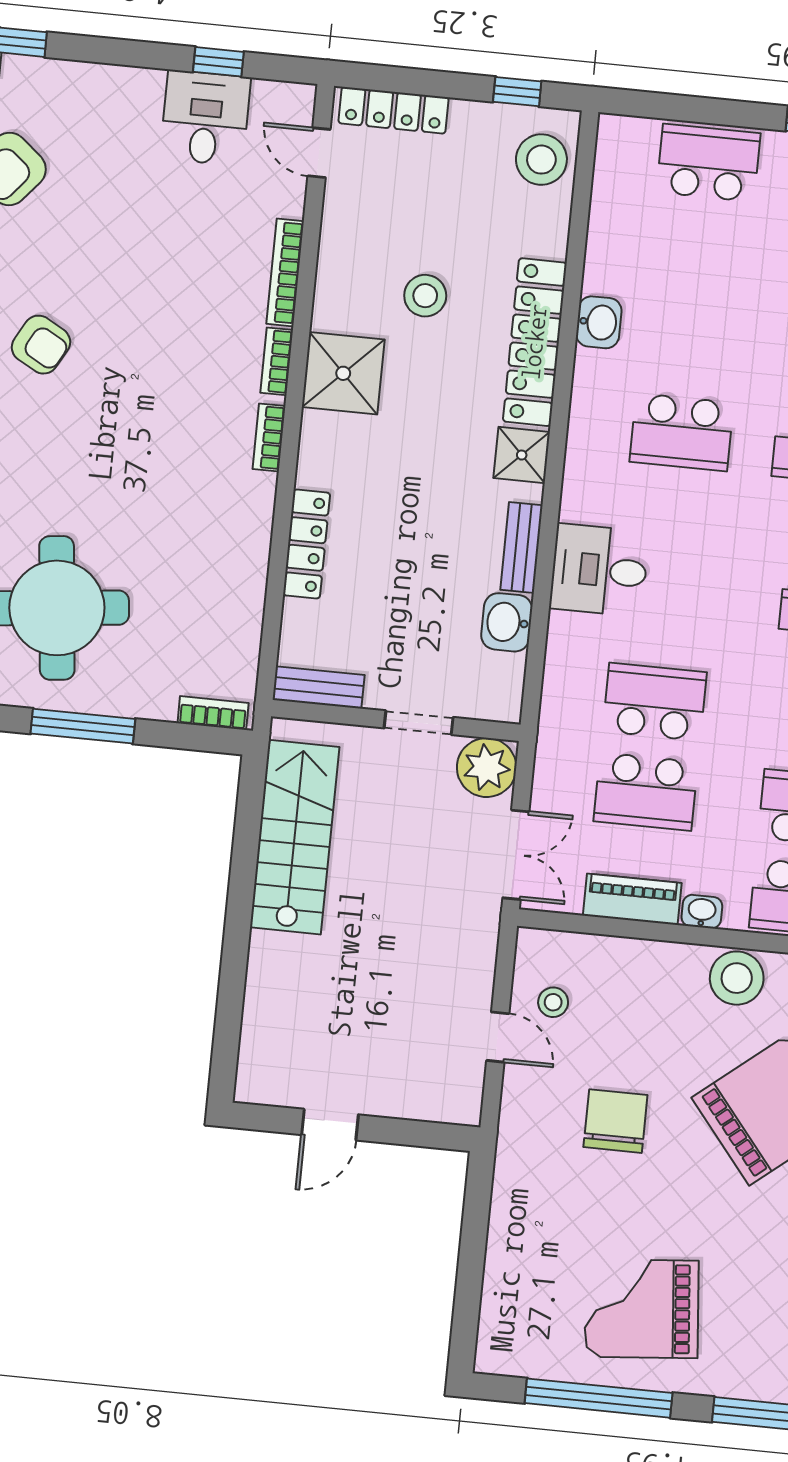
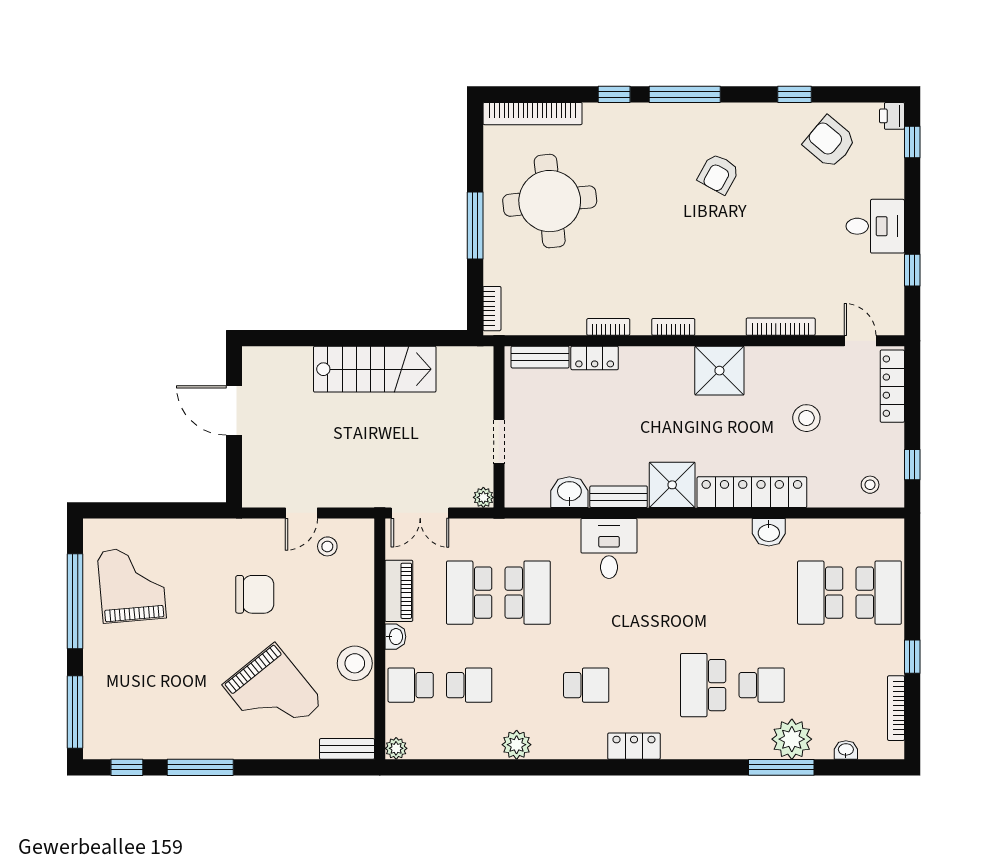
desk: (205, 118) -> (875, 226), moved
door: (319, 153) -> (860, 341), hinge flipped
stool: (541, 160) -> (870, 485), width x0.53, depth x0.53
stool: (425, 296) -> (806, 418), moved
bookcase: (277, 361) -> (608, 327), moved
school desk: (682, 432) -> (820, 593), moved
shower: (522, 455) -> (672, 485), width x1.36, depth x1.36
locker: (307, 544) -> (595, 358), width x0.66
bench: (319, 687) -> (540, 357), moved, turned 90
plant: (487, 768) -> (483, 497), width x0.53, depth x0.53
stairs: (295, 837) -> (375, 369), moved
door: (330, 1125) -> (234, 410), width x1.38
grand piano: (642, 1309) -> (132, 584), moved

